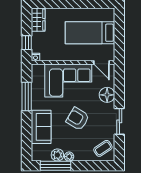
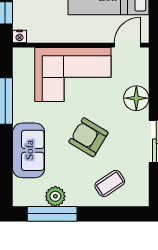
door: (102, 62) -> (127, 45), swing flipped
coffee table: (103, 148) -> (110, 183), moved
plant: (69, 157) -> (74, 199), removed

